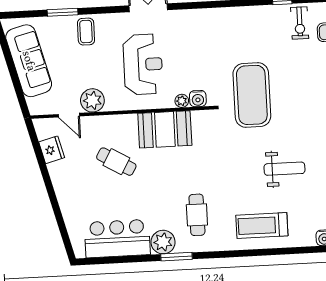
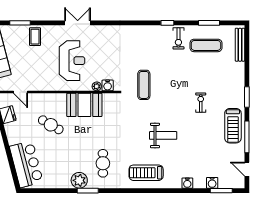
exercise mat: (252, 95) -> (144, 85), width x0.50, depth x0.69
plant: (92, 100) -> (37, 83), removed
bar counter: (117, 239) -> (26, 164), moved, turned 75

